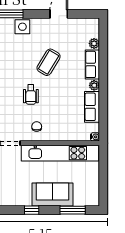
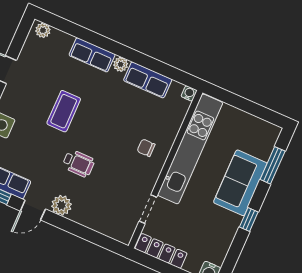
plant: (94, 44) -> (43, 30), moved
coffee table: (49, 62) -> (64, 111), turned 59
wheelchair: (31, 95) -> (78, 163), moved
chair: (37, 127) -> (146, 148), moved

